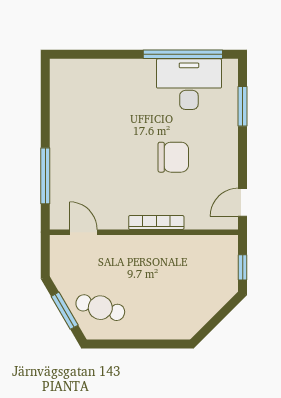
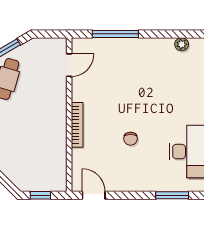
plant: (58, 95) -> (182, 44), added
chair: (173, 157) -> (131, 139), width x0.54, depth x0.54

